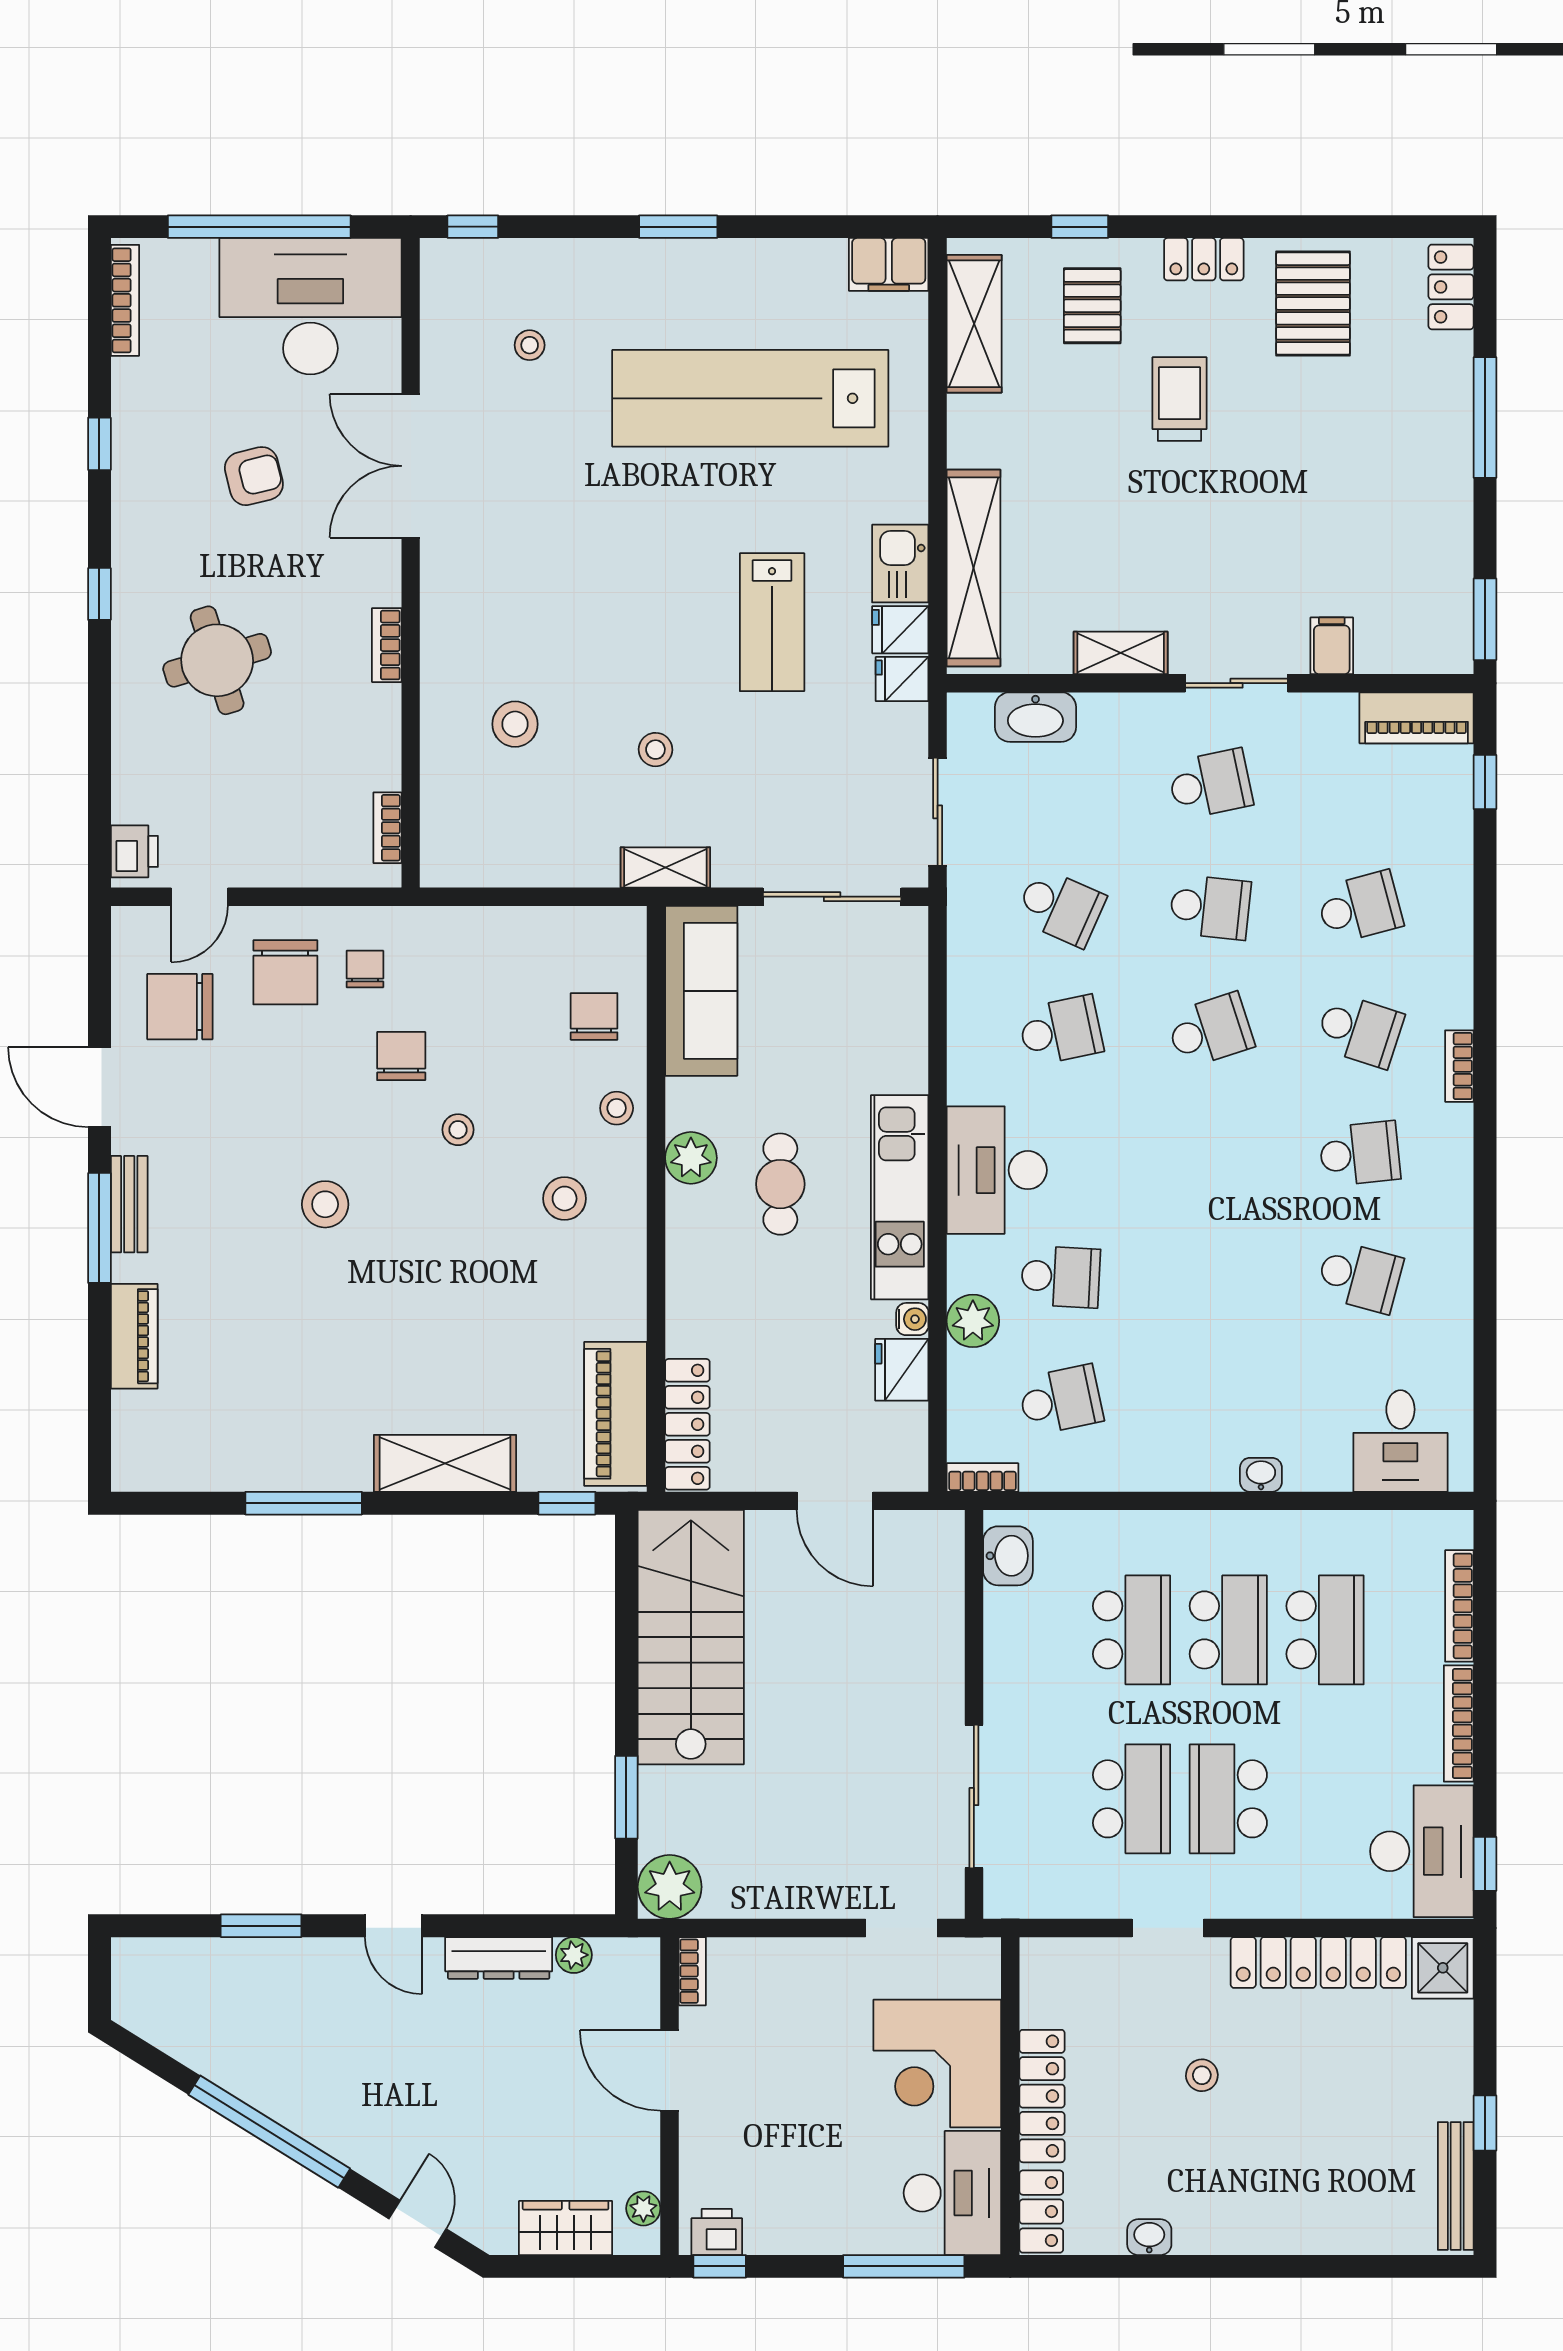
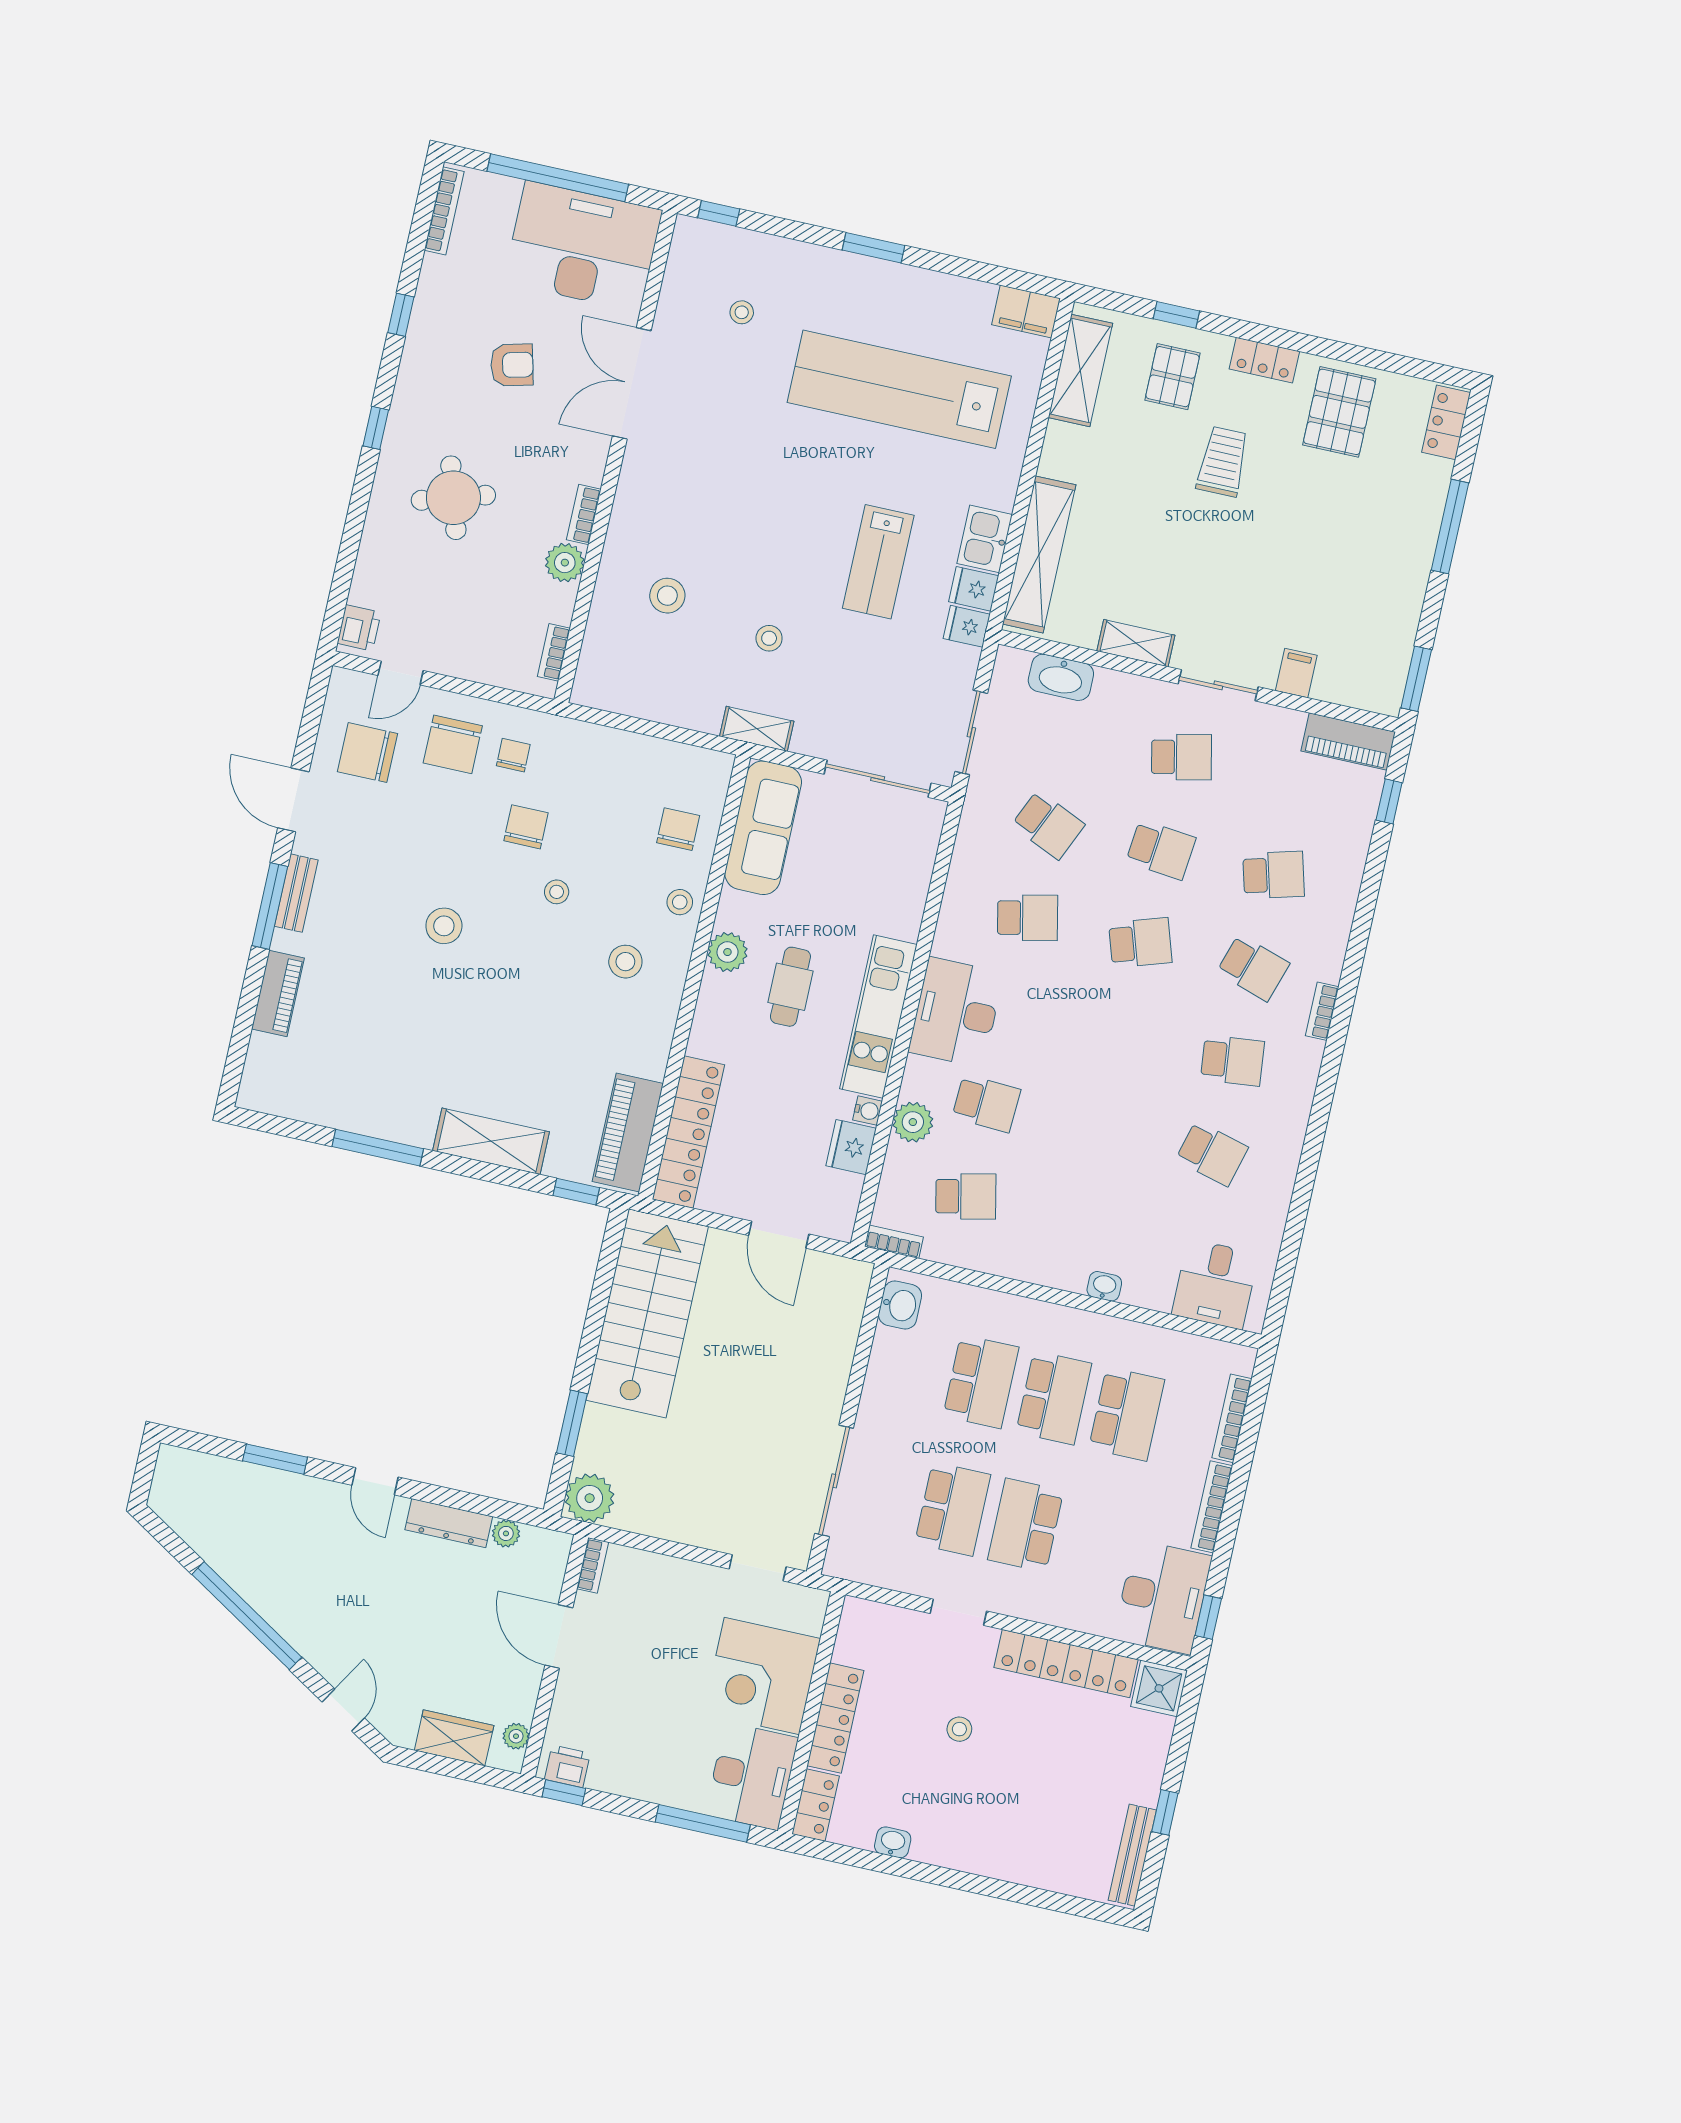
plant: (376, 711) -> (565, 563), added
locker: (687, 1424) -> (688, 1132), width x1.41, depth x1.21

